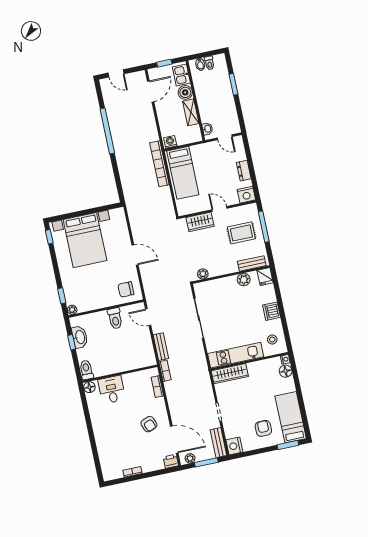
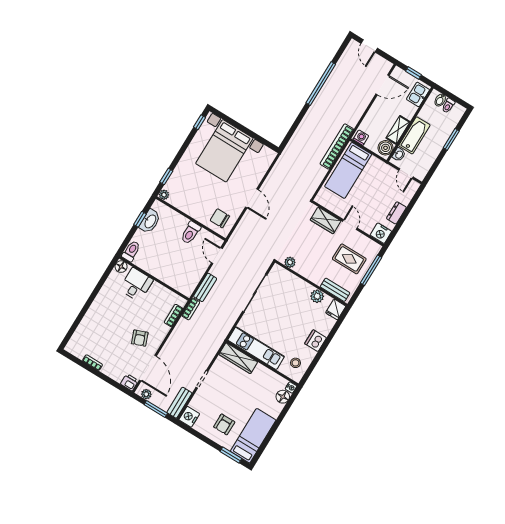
boiler: (185, 92) -> (386, 148), moved
bathtub: (206, 105) -> (414, 135), added
armchair: (263, 428) -> (224, 424), turned 180

